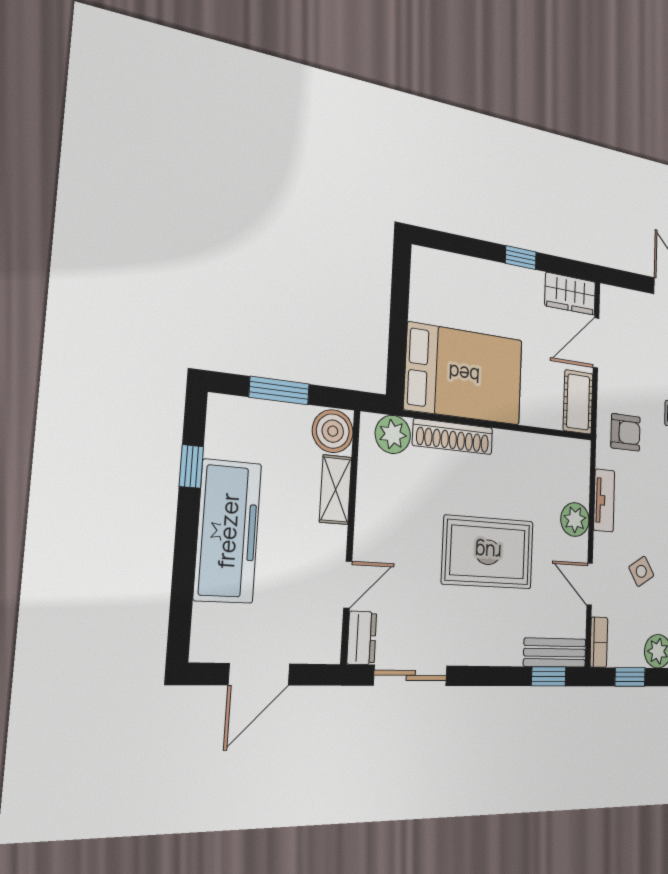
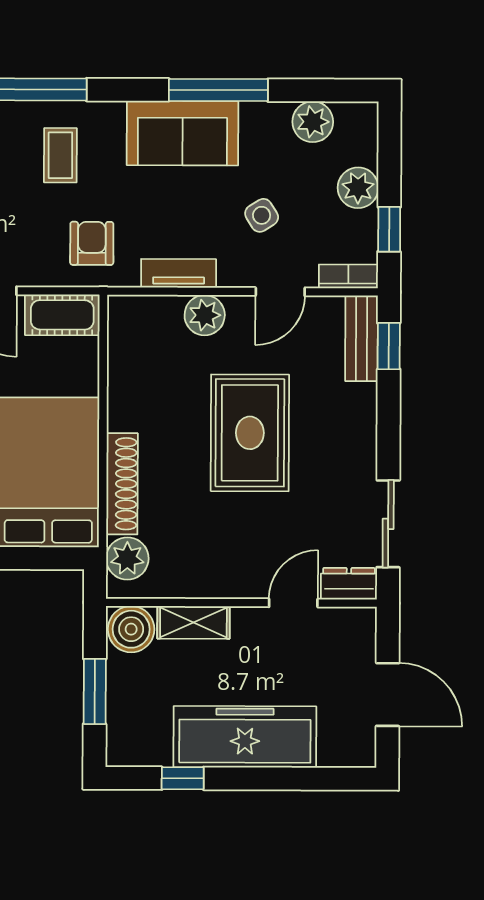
door: (348, 585) -> (293, 603), hinge flipped

